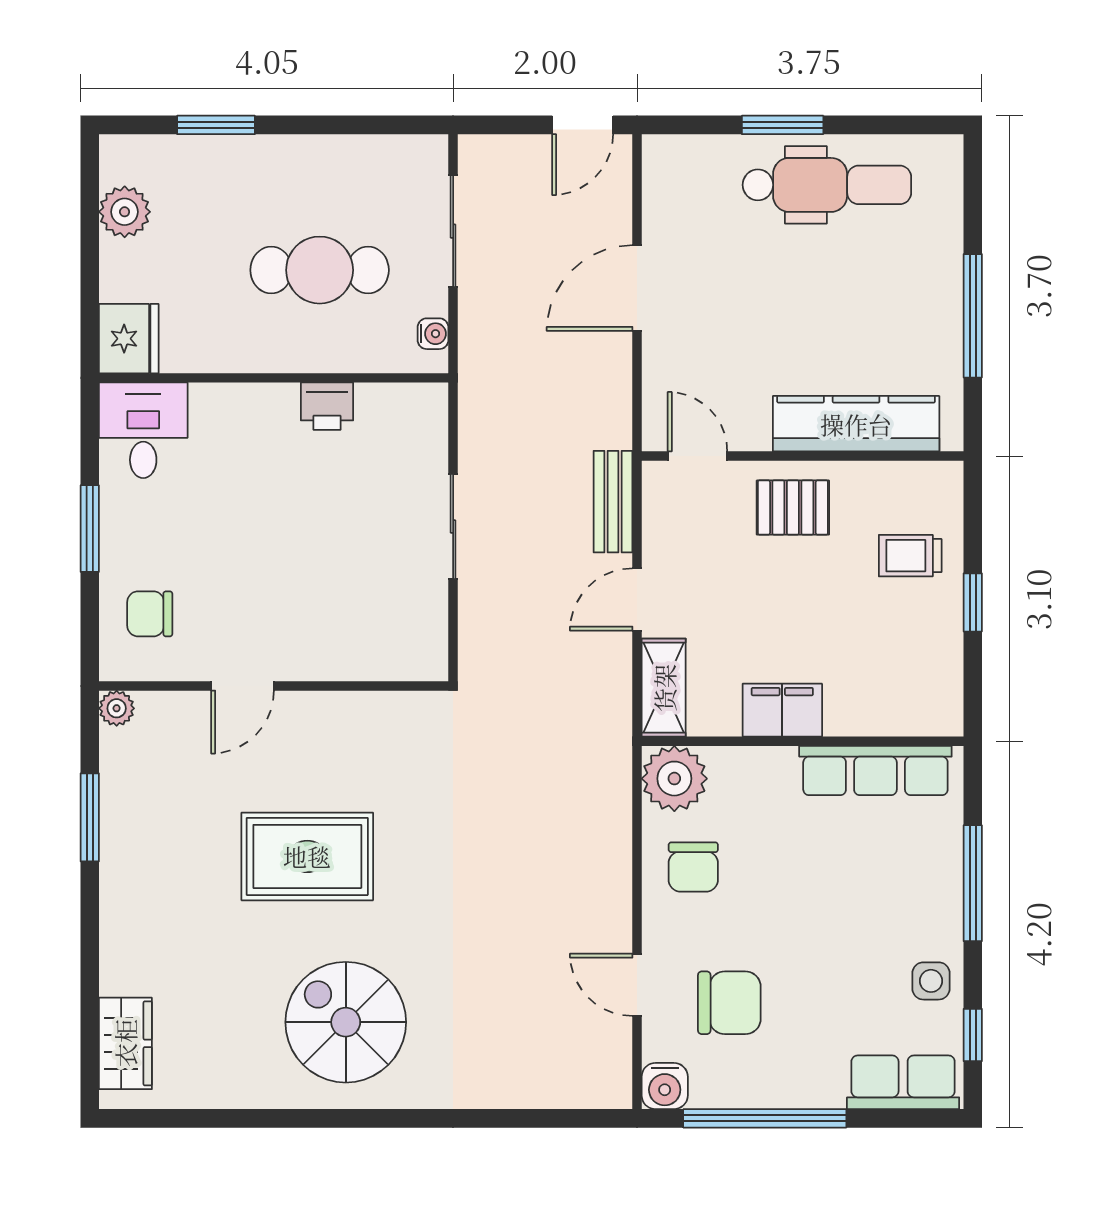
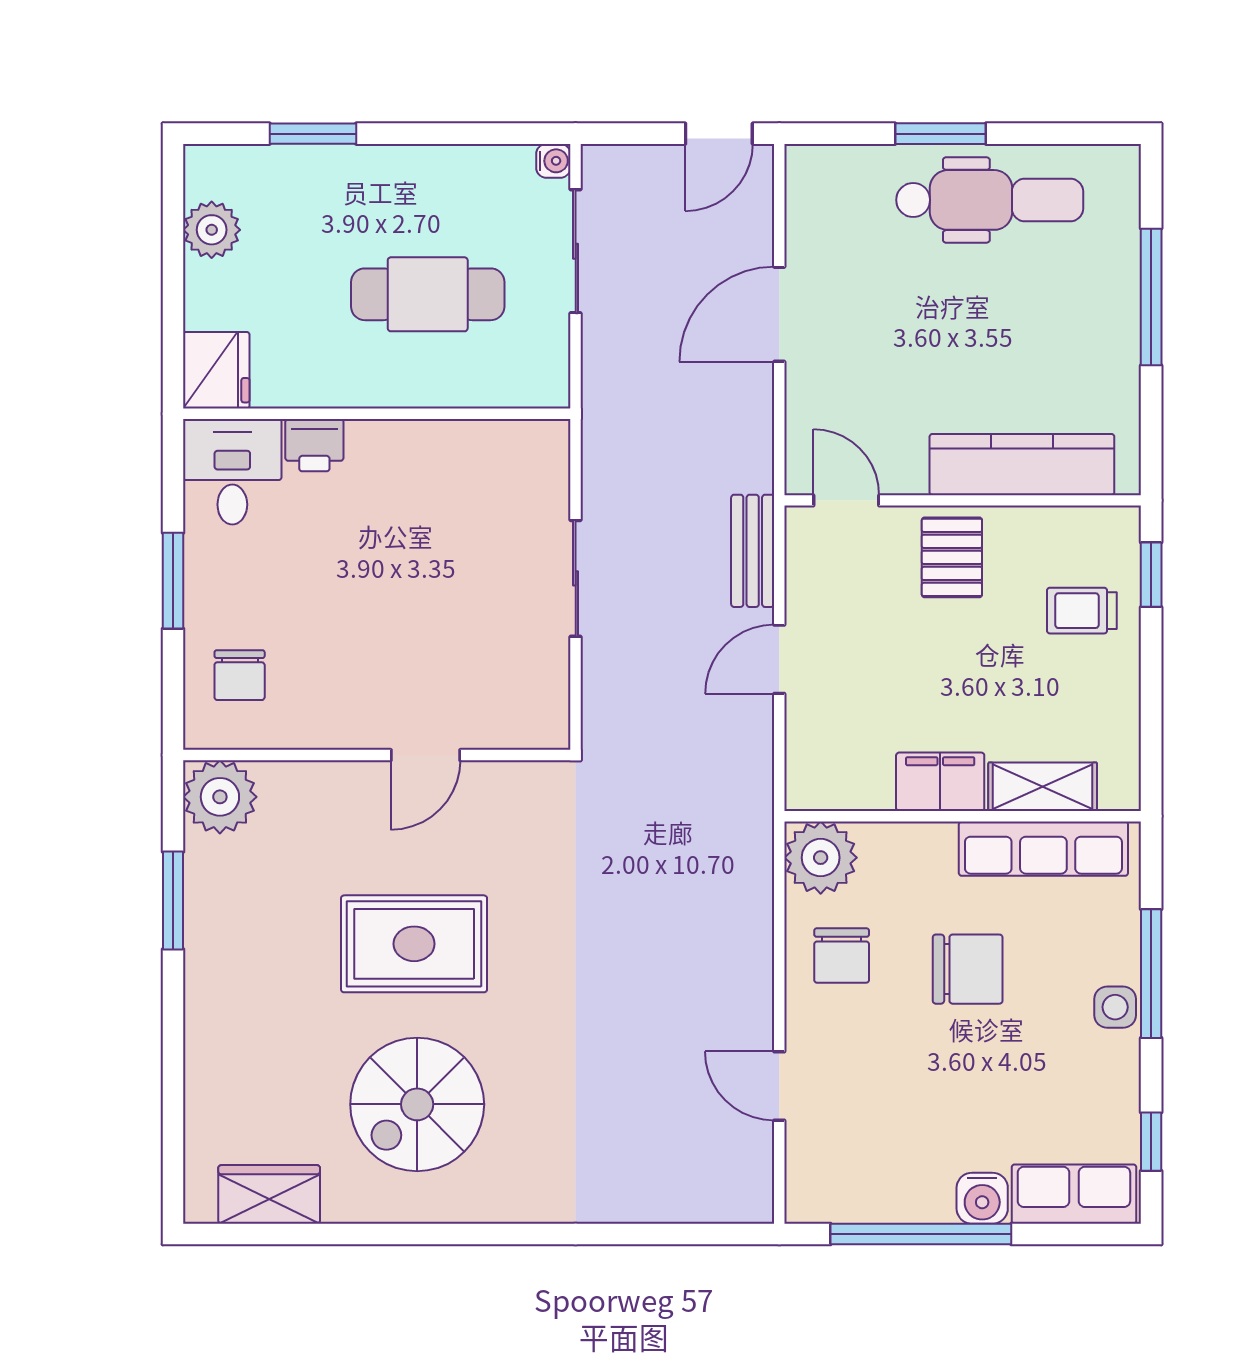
window: (973, 316) -> (1151, 297), moved
water cooler: (433, 334) -> (553, 161), moved
printer: (327, 406) -> (314, 445), moved
pallet: (793, 508) -> (952, 557), turned 90
window: (973, 602) -> (1151, 575), moved
chair: (150, 614) -> (240, 675), turned -90
door: (242, 686) -> (425, 755), moved
shelving: (664, 688) -> (1043, 787), moved, turned 90
plant: (117, 708) -> (220, 797), width x1.88, depth x1.88
side table: (931, 981) -> (1115, 1007), moved
chair: (729, 1003) -> (968, 969), moved
spiral stairs: (346, 1022) -> (417, 1104), moved, turned -90
wardrobe: (125, 1043) -> (269, 1194), moved, turned -90
water cooler: (665, 1086) -> (982, 1198), moved

